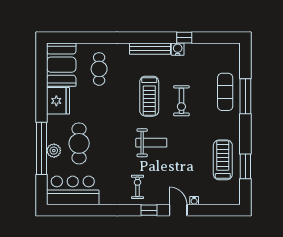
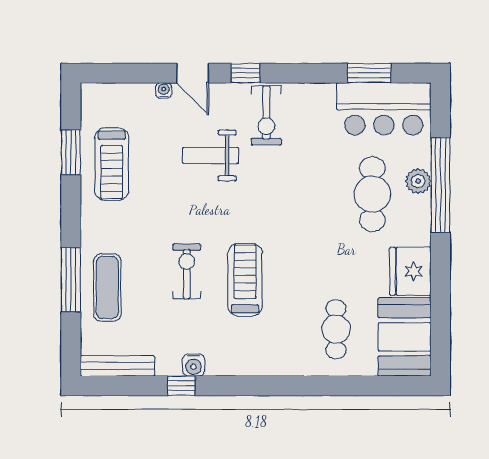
bench: (150, 49) -> (117, 366), moved
weight bench: (151, 143) -> (210, 155), moved
exercise bike: (137, 187) -> (266, 115), width x1.38, depth x1.39
window: (81, 210) -> (369, 73), added

